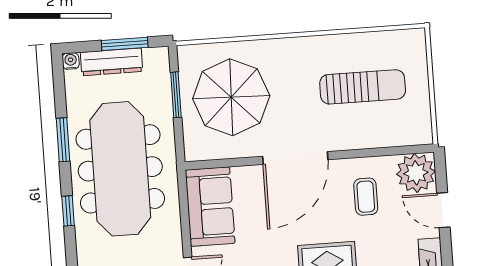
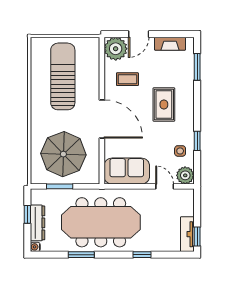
window: (125, 44) -> (27, 214), width x0.67
sun lounger: (363, 87) -> (63, 76), width x1.36, depth x1.34
window: (68, 211) -> (142, 255), moved

